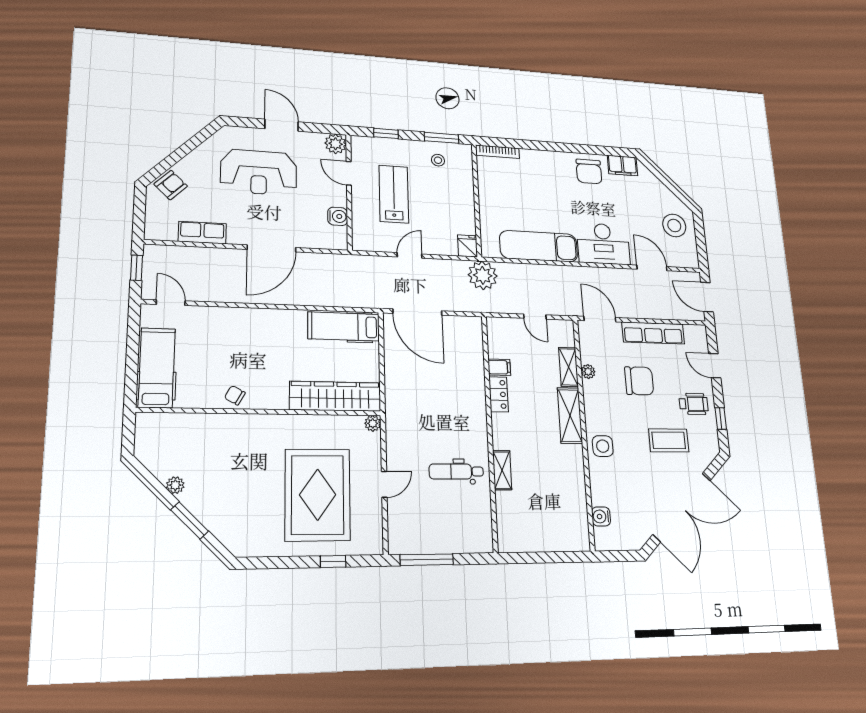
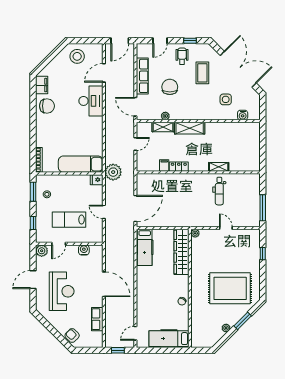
exam couch: (539, 246) -> (81, 164), moved, turned 90
door: (600, 319) -> (135, 107), hinge flipped
side table: (603, 446) -> (226, 99), moved
rug: (318, 495) -> (230, 288), moved

